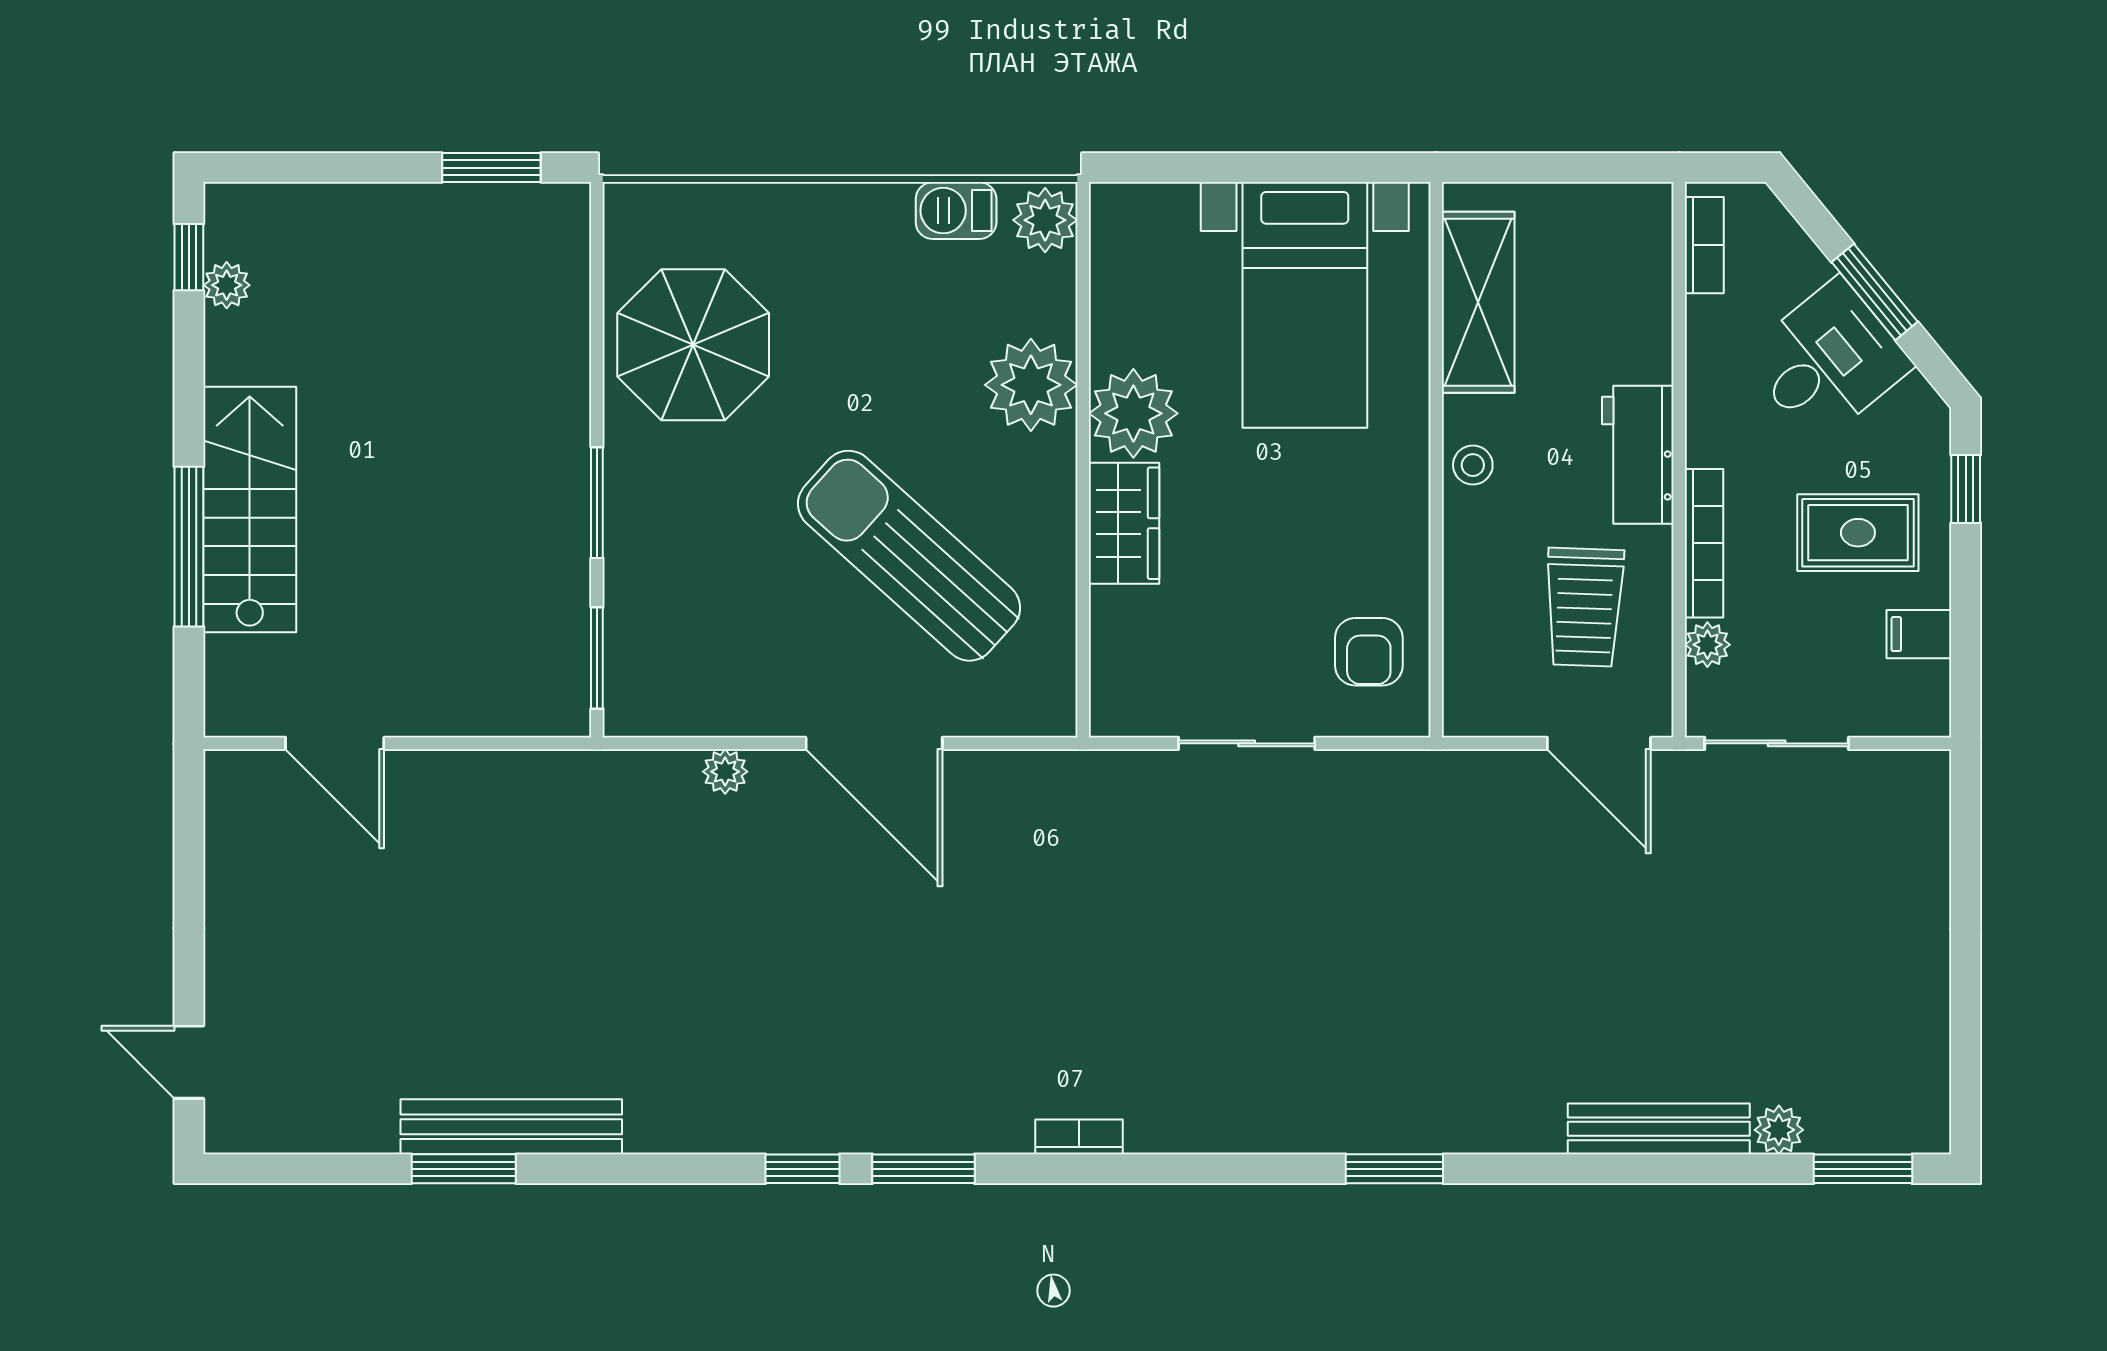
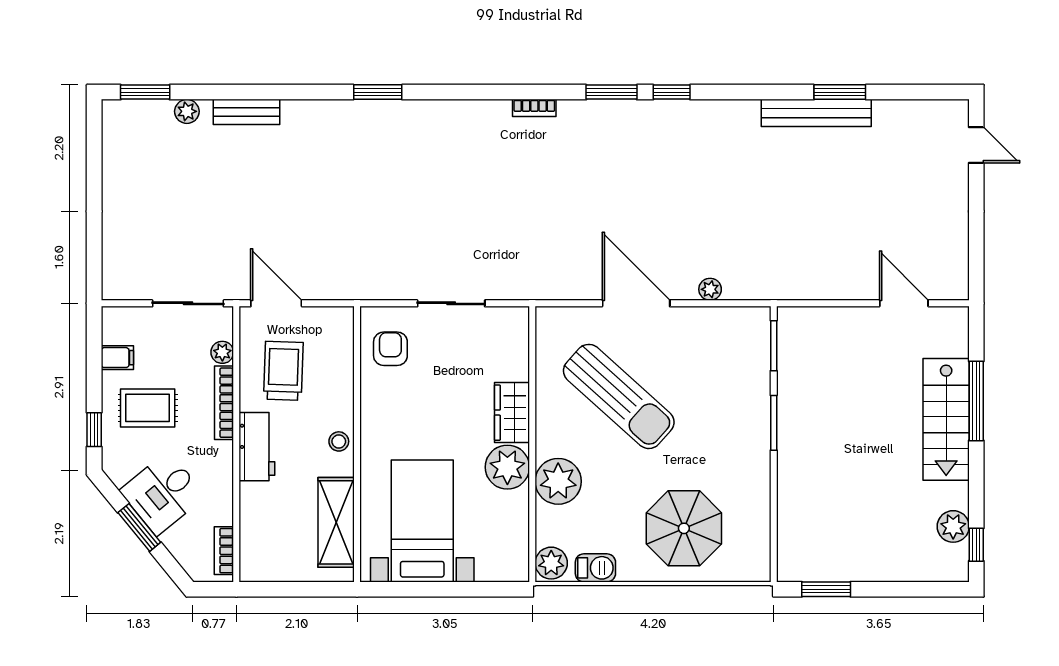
plant: (227, 285) -> (953, 526), width x1.38, depth x1.38
parasol: (693, 345) -> (684, 528), moved
bench: (1659, 1129) -> (246, 112), width x0.73

